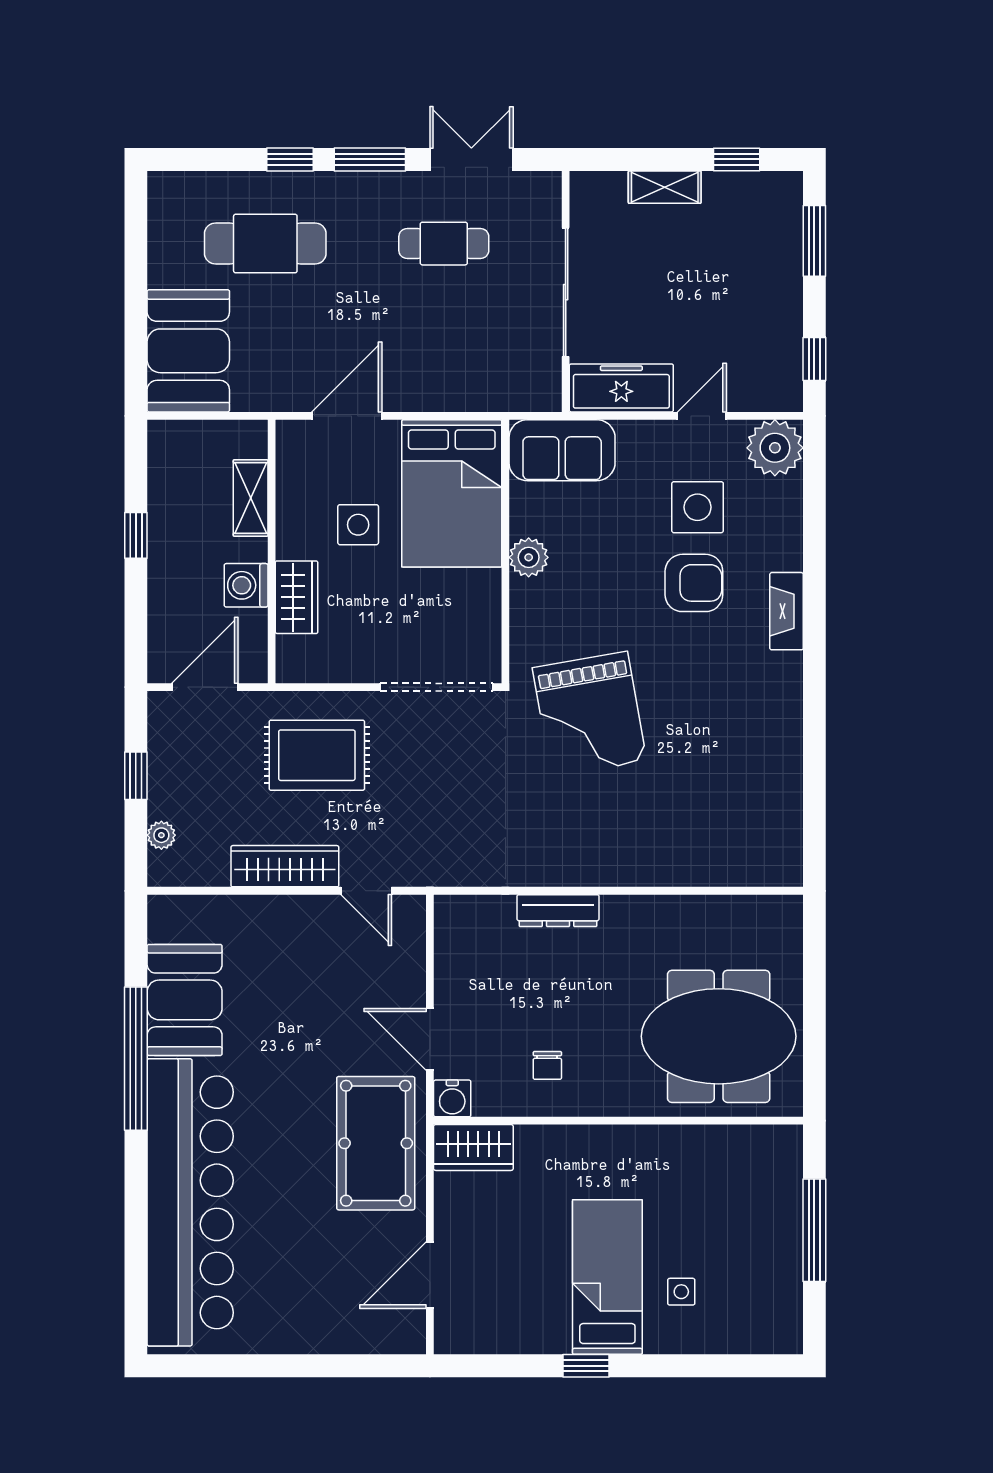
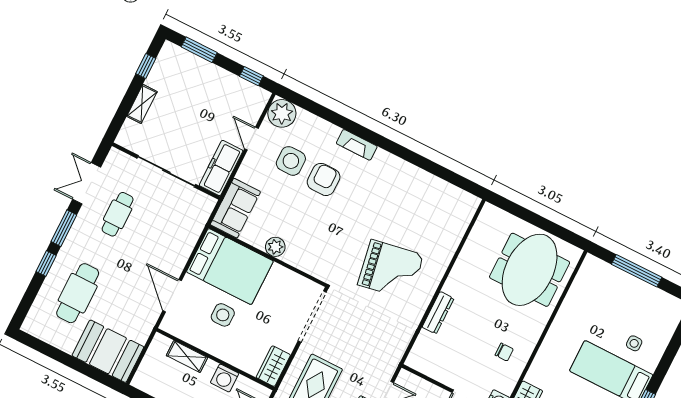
wardrobe: (297, 597) -> (273, 366), moved, turned -90
grand piano: (589, 714) -> (391, 270), moved

